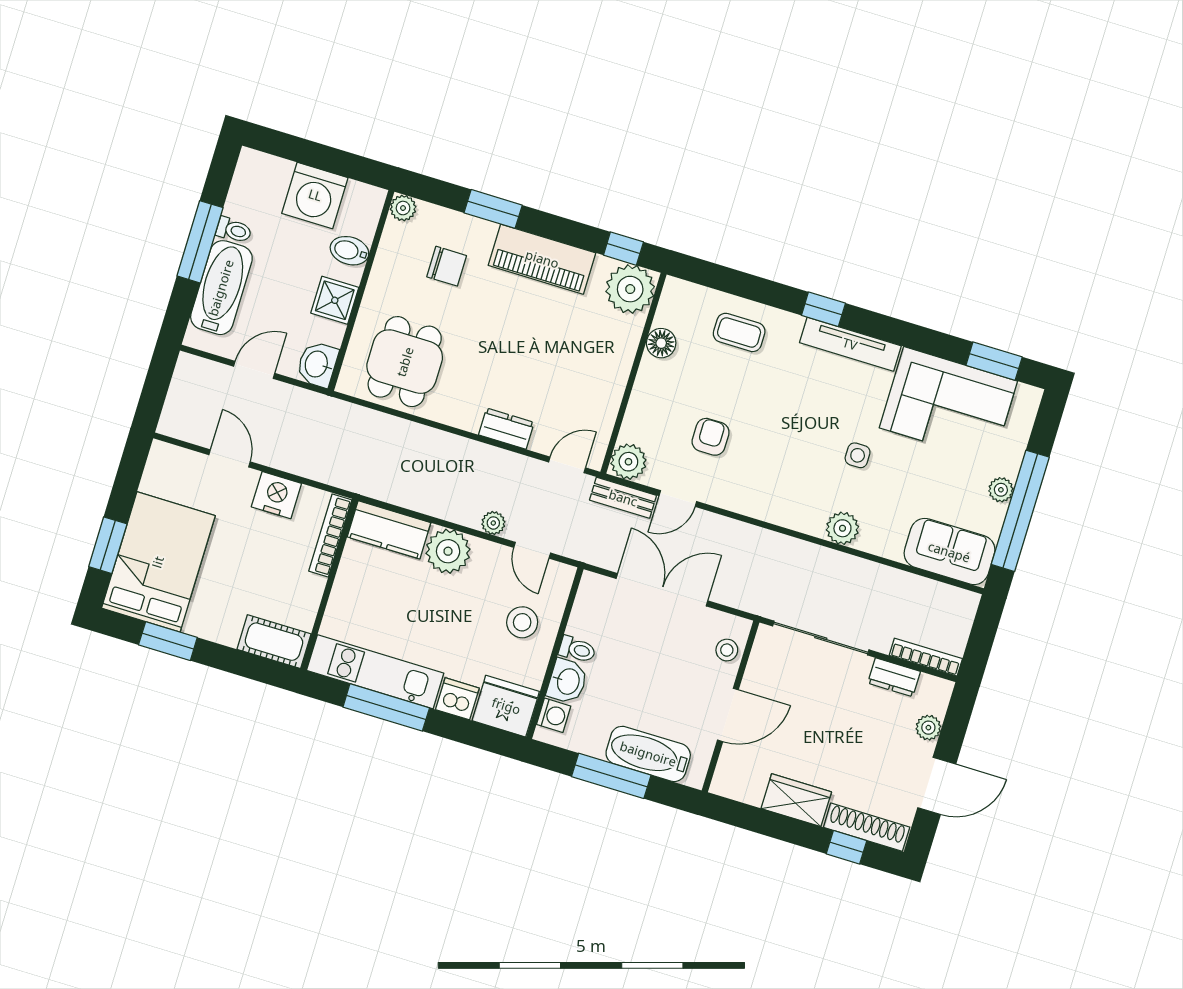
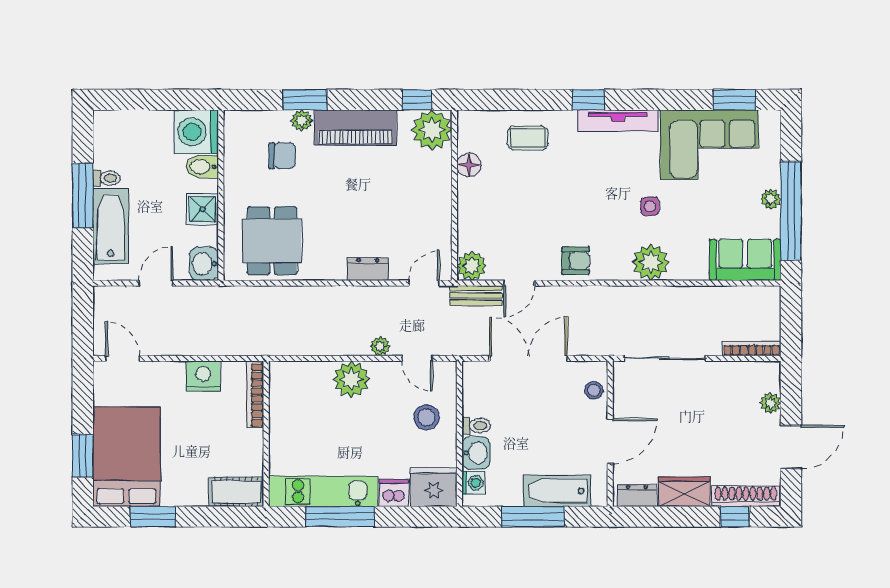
washing machine: (315, 195) -> (196, 132), moved, turned 90
plant: (403, 208) -> (302, 121), moved
armchair: (711, 437) -> (576, 261), moved, turned 90
door: (229, 458) -> (123, 358), moved
plant: (842, 528) -> (651, 262), width x1.36, depth x1.36
kitchen counter: (389, 530) -> (300, 377), removed
dresser: (894, 677) -> (637, 496), moved, turned 180

